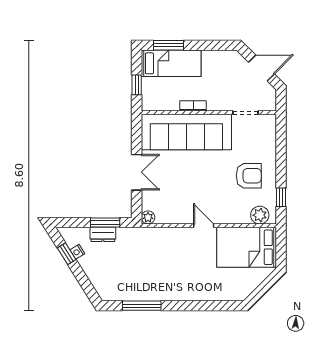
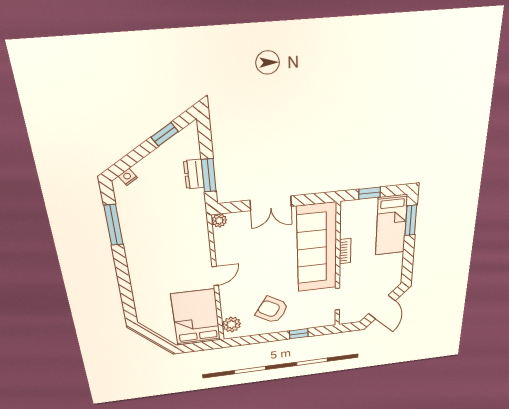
armchair: (249, 176) -> (272, 310), turned 122
window: (281, 197) -> (299, 334), moved
nightstand: (77, 252) -> (128, 177), moved

